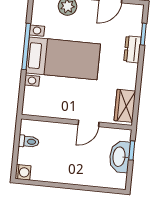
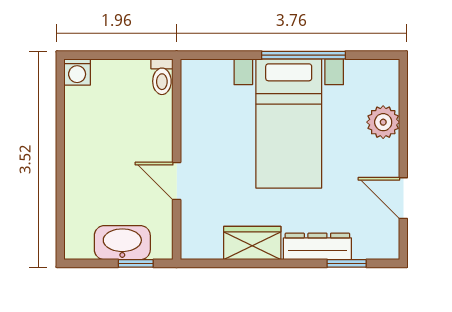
dresser: (132, 49) -> (317, 246), width x1.44
wardrobe: (125, 106) -> (252, 243), moved
toilet: (29, 141) -> (162, 77), moved

